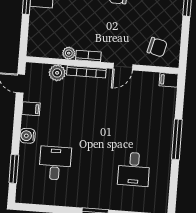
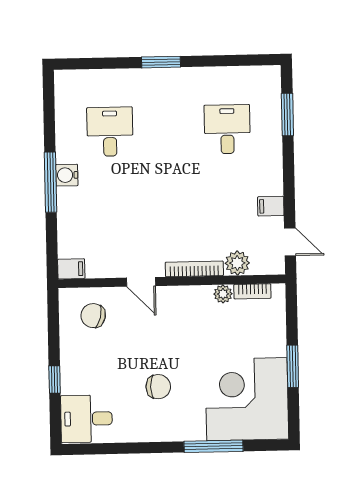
bookcase: (88, 56) -> (252, 291), moved
door: (123, 67) -> (141, 282), swing flipped
water cooler: (28, 136) -> (67, 175), moved, turned 180
desk: (55, 163) -> (227, 129), turned 180

